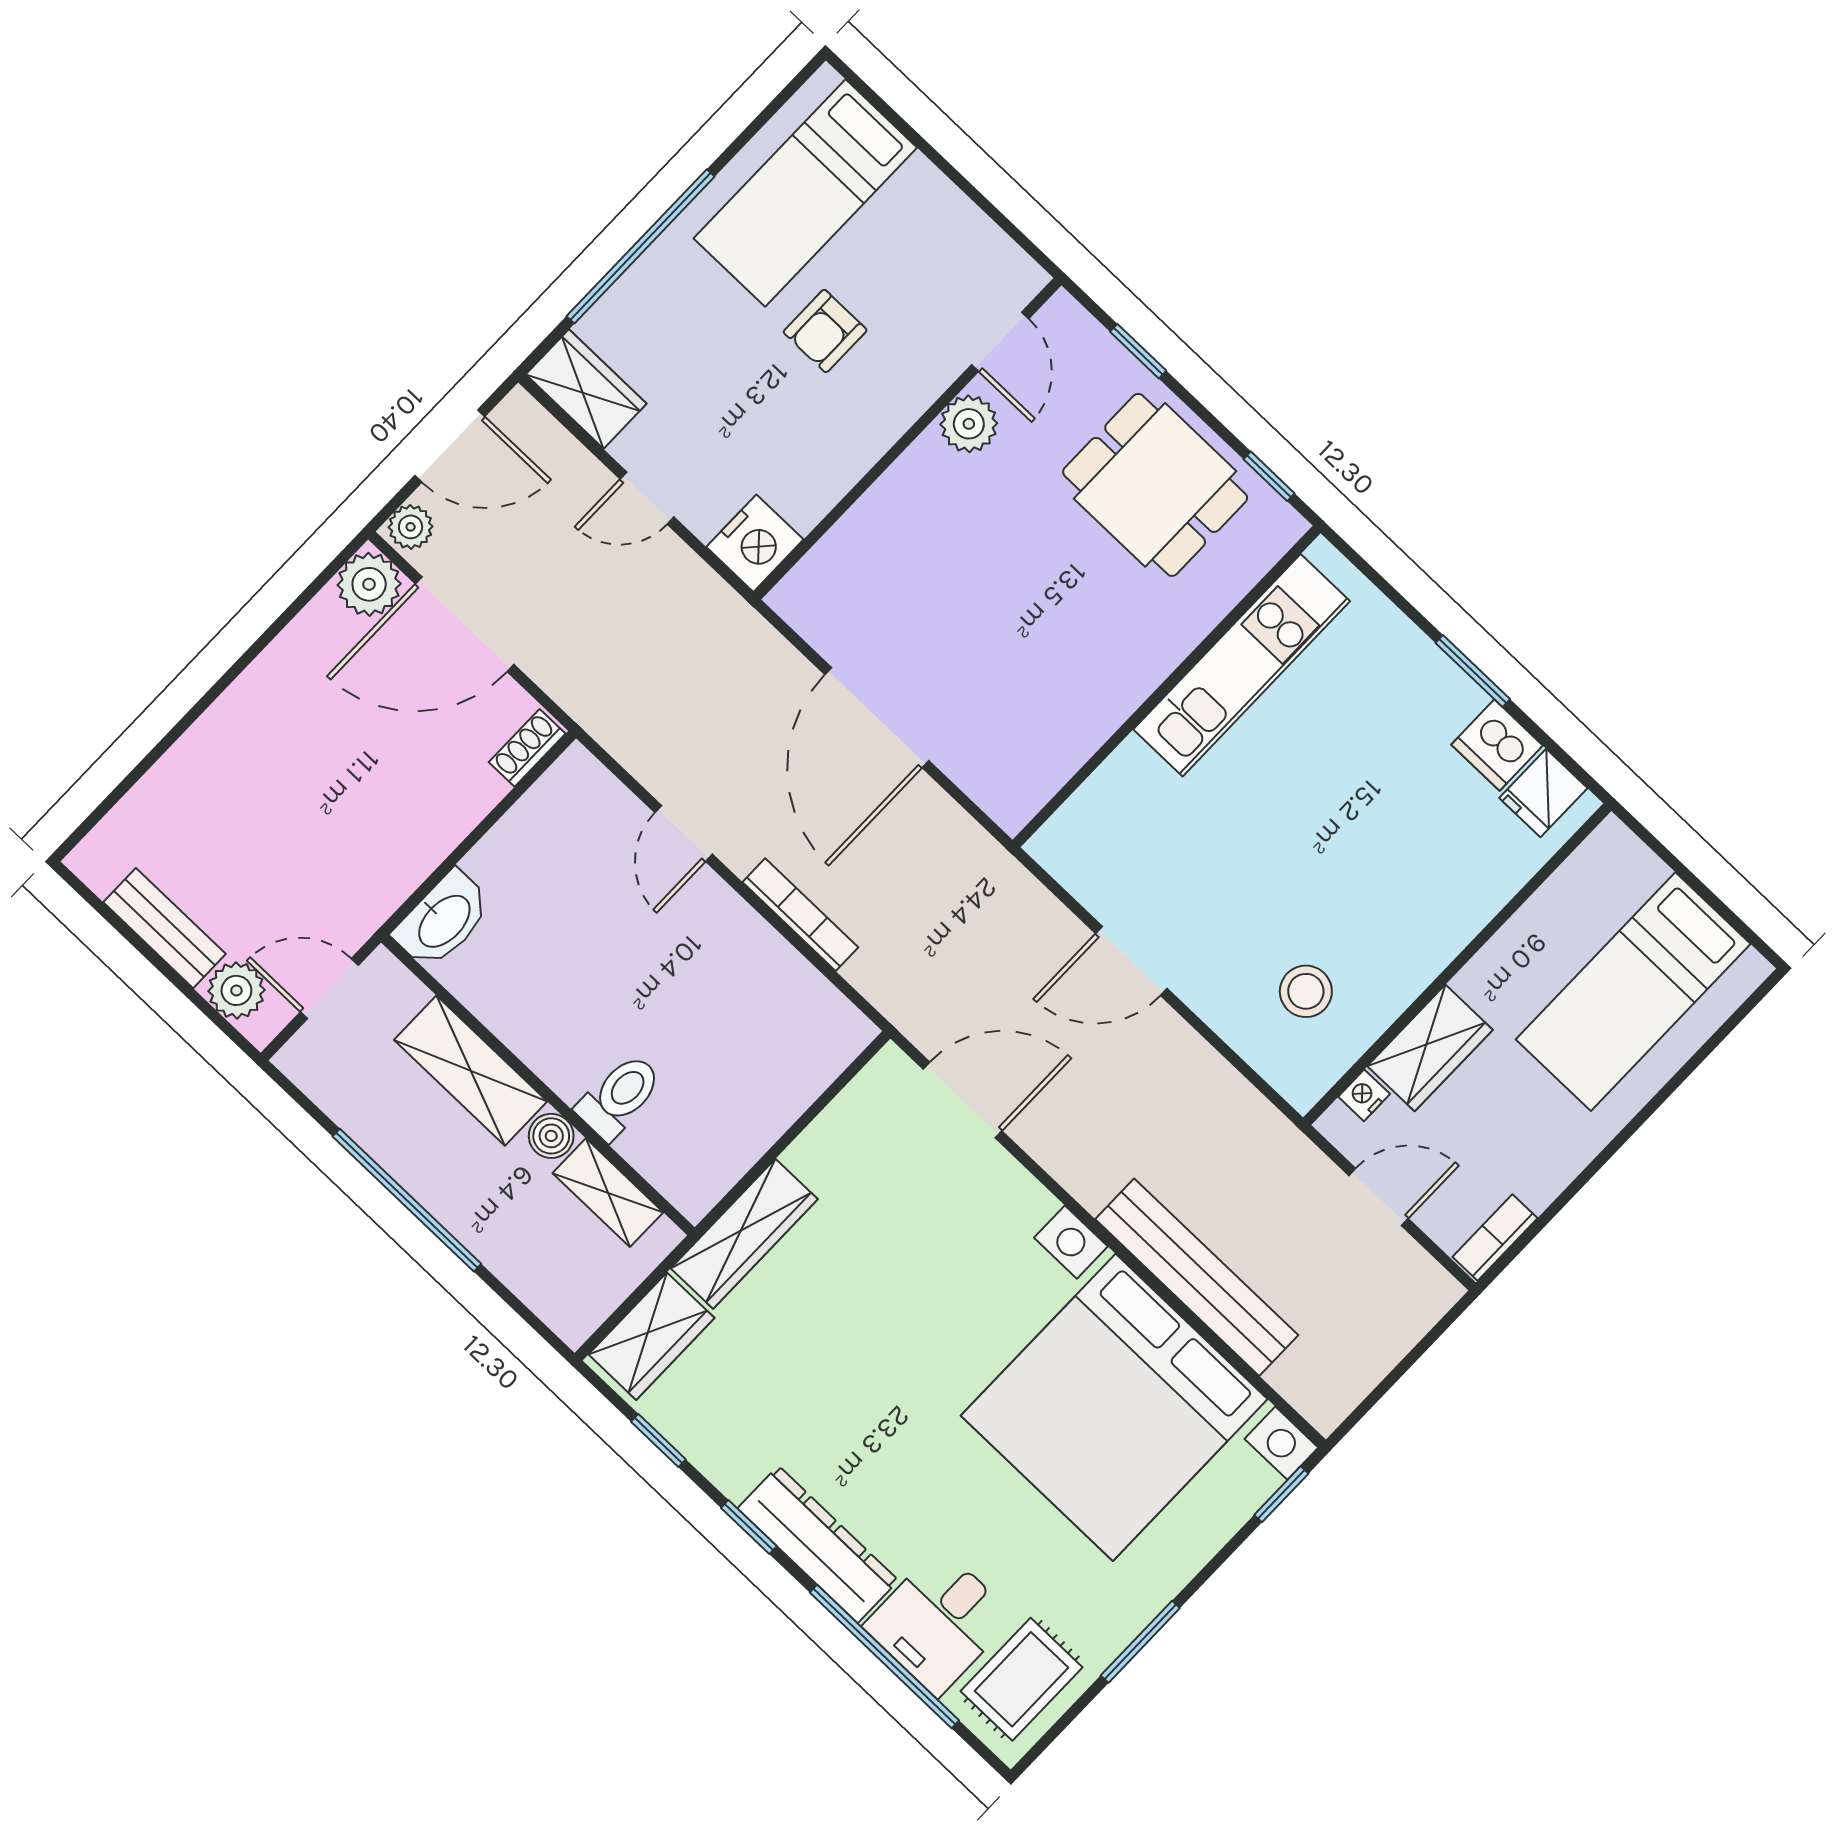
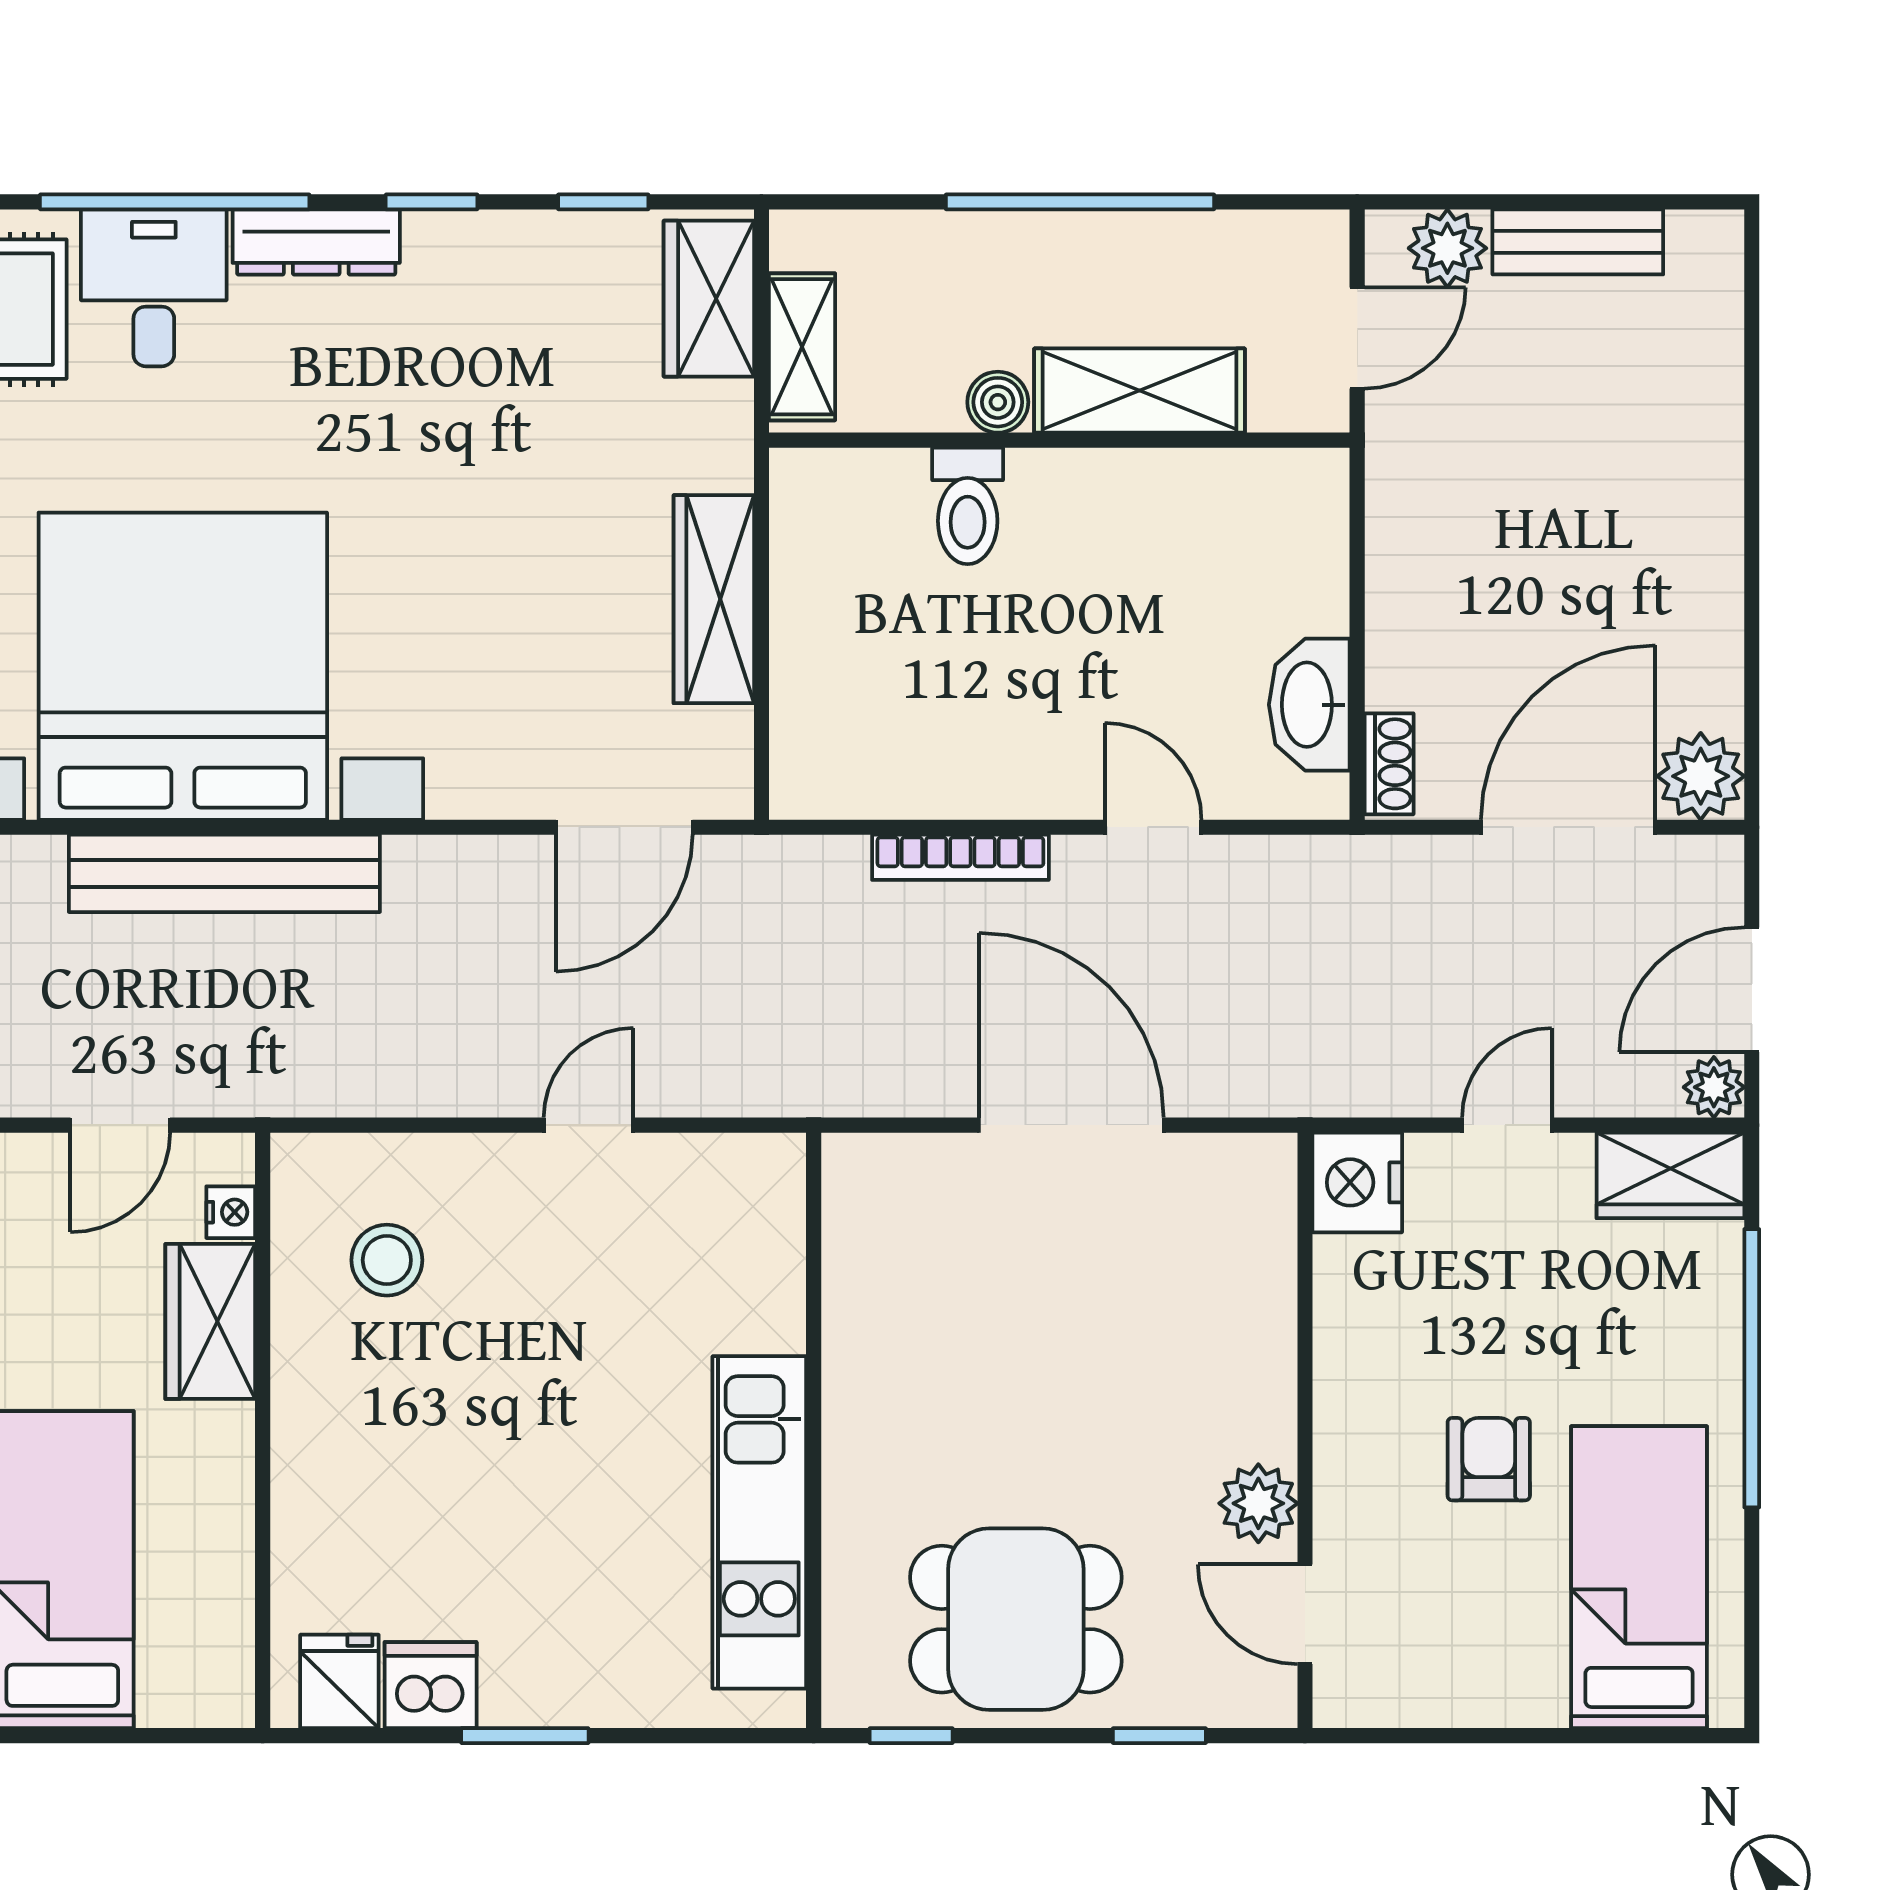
plant: (411, 527) -> (1714, 1087), moved
washbasin: (443, 920) -> (1309, 705), moved
door: (1131, 961) -> (588, 1125), width x0.73
shelving: (608, 1193) -> (802, 347), moved, turned 90
wardrobe: (744, 1234) -> (714, 599), moved
dresser: (818, 1544) -> (316, 242), width x0.73, depth x0.80

